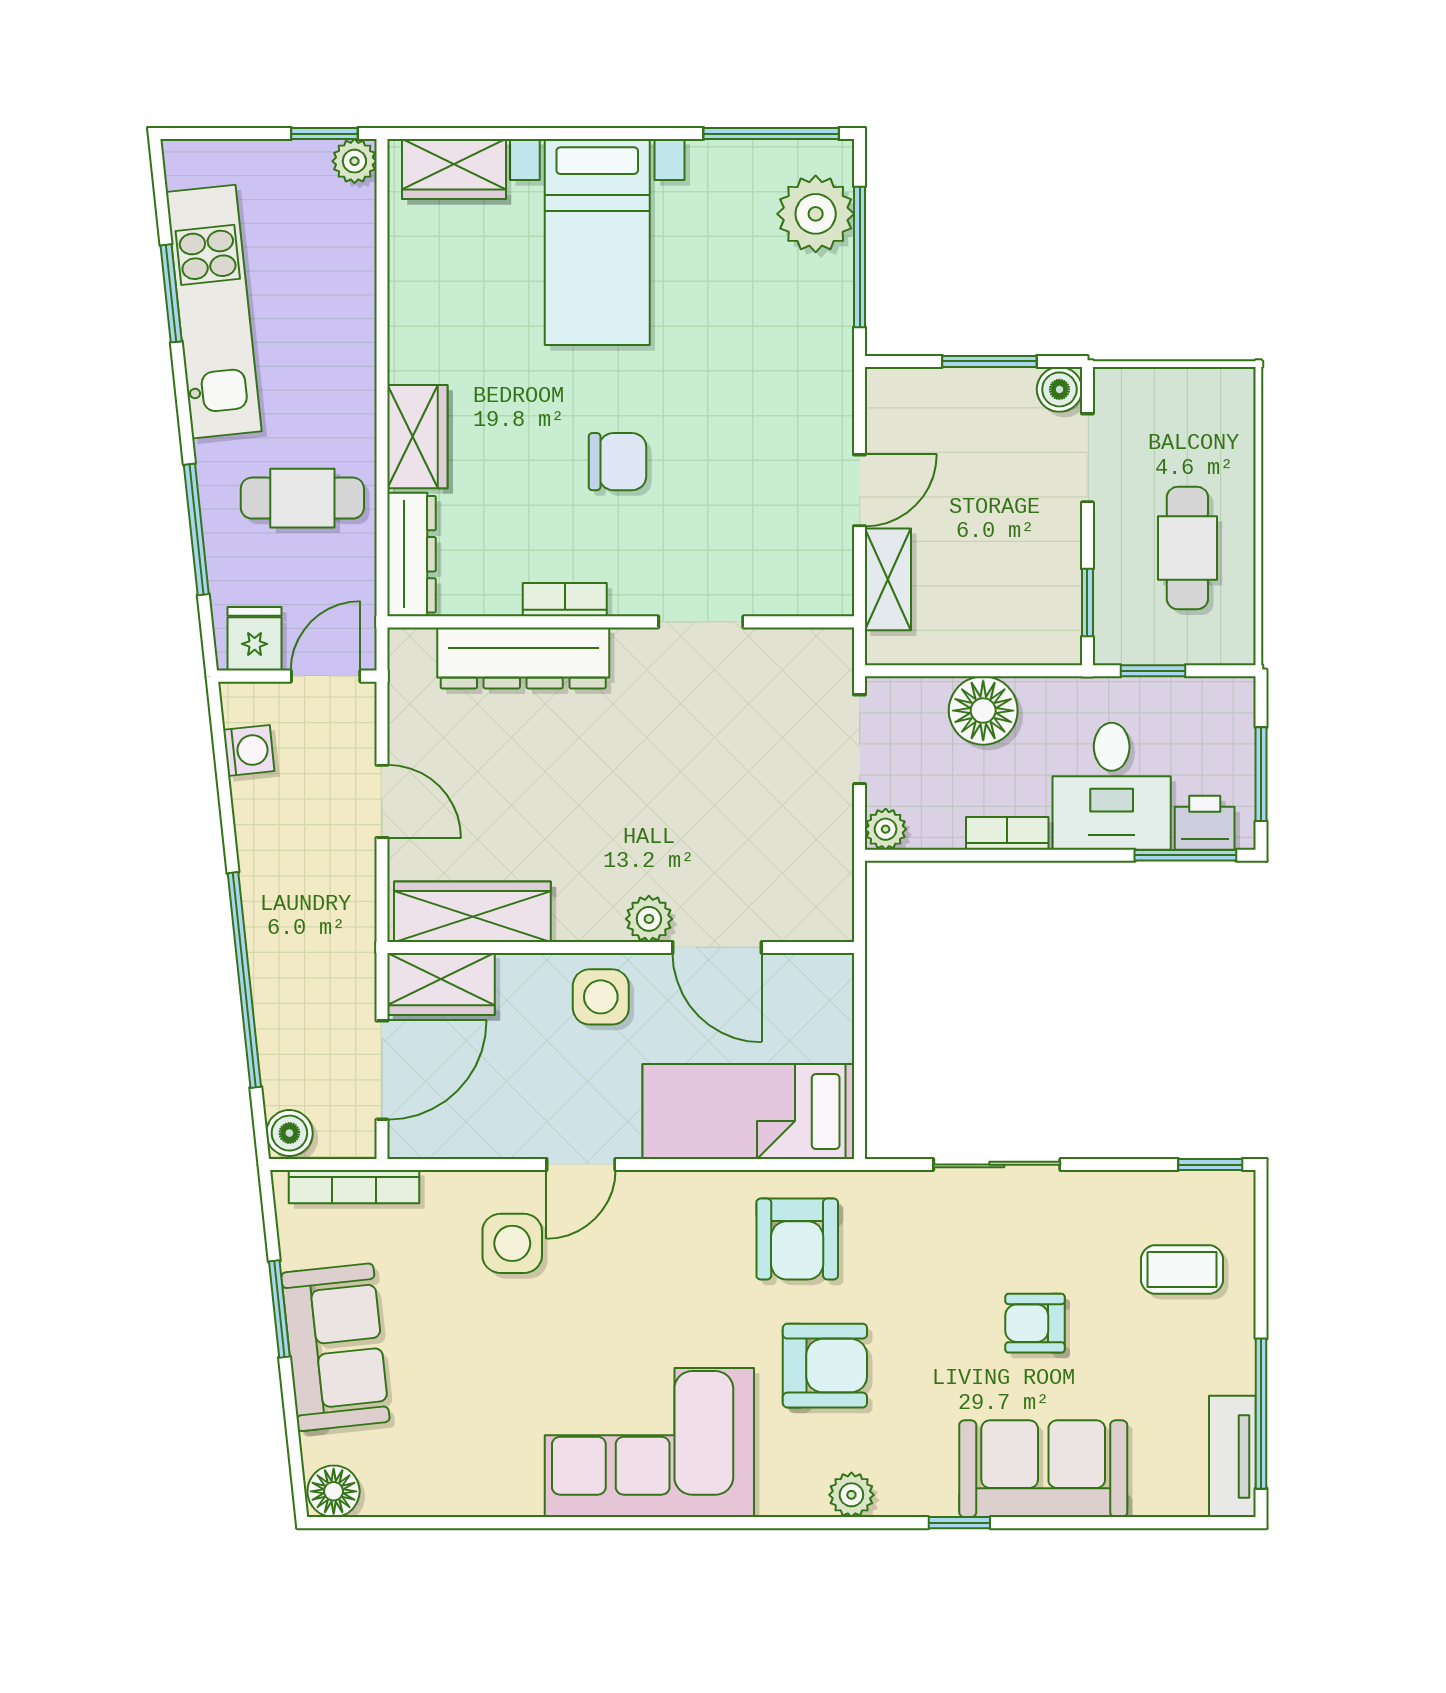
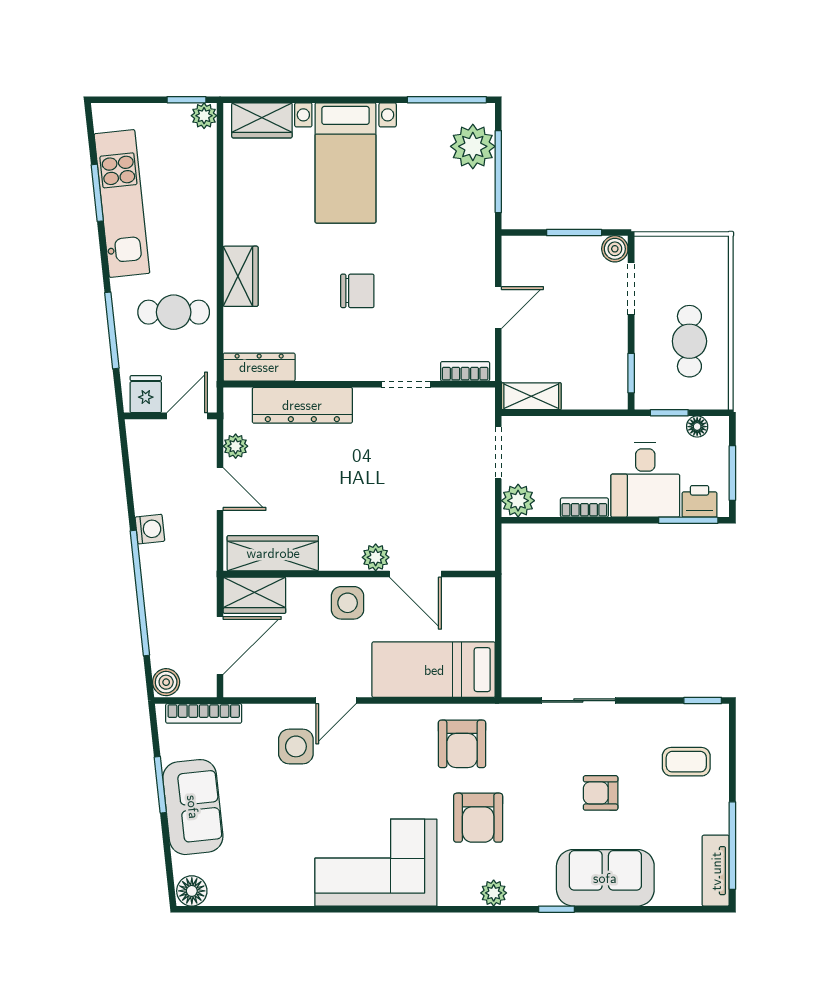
dresser: (412, 554) -> (259, 367), moved, turned -90
shelving: (888, 579) -> (531, 396), moved, turned 90
bookcase: (565, 600) -> (465, 371), moved
floor lamp: (983, 711) -> (697, 427), moved, width x0.53, depth x0.53
plant: (409, 728) -> (236, 446), added
washing machine: (249, 750) -> (150, 529), moved
plant: (886, 829) -> (518, 501), width x1.38, depth x1.38
armchair: (825, 1366) -> (478, 818), turned 90

